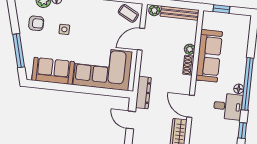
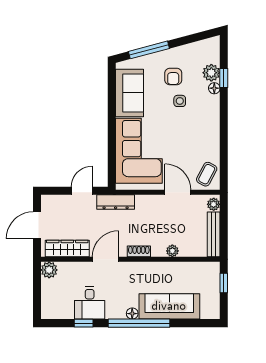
armchair: (36, 23) -> (173, 77), moved
sofa: (209, 56) -> (169, 306), moved, turned 180
shoe rack: (188, 65) -> (139, 251), moved
desk: (228, 106) -> (90, 303), moved

